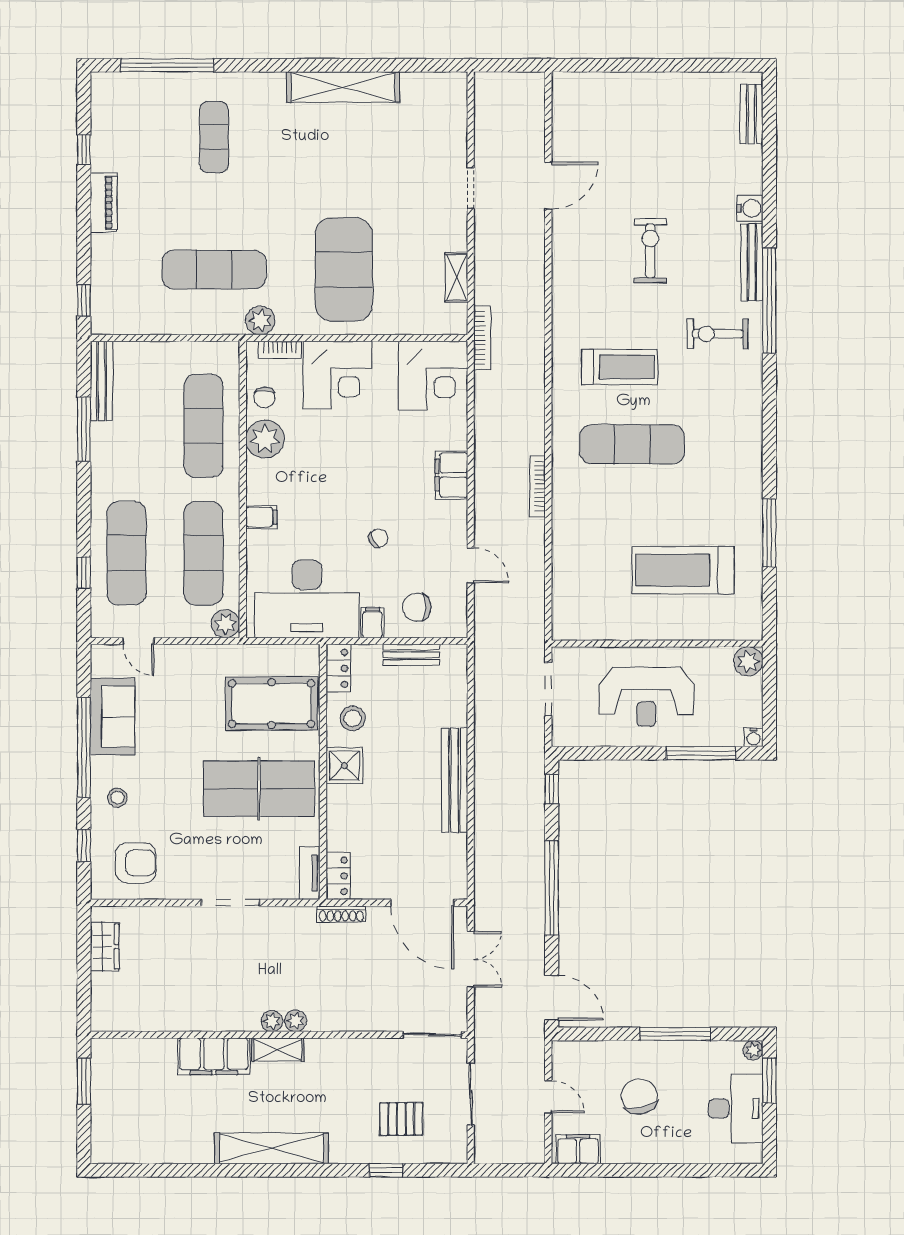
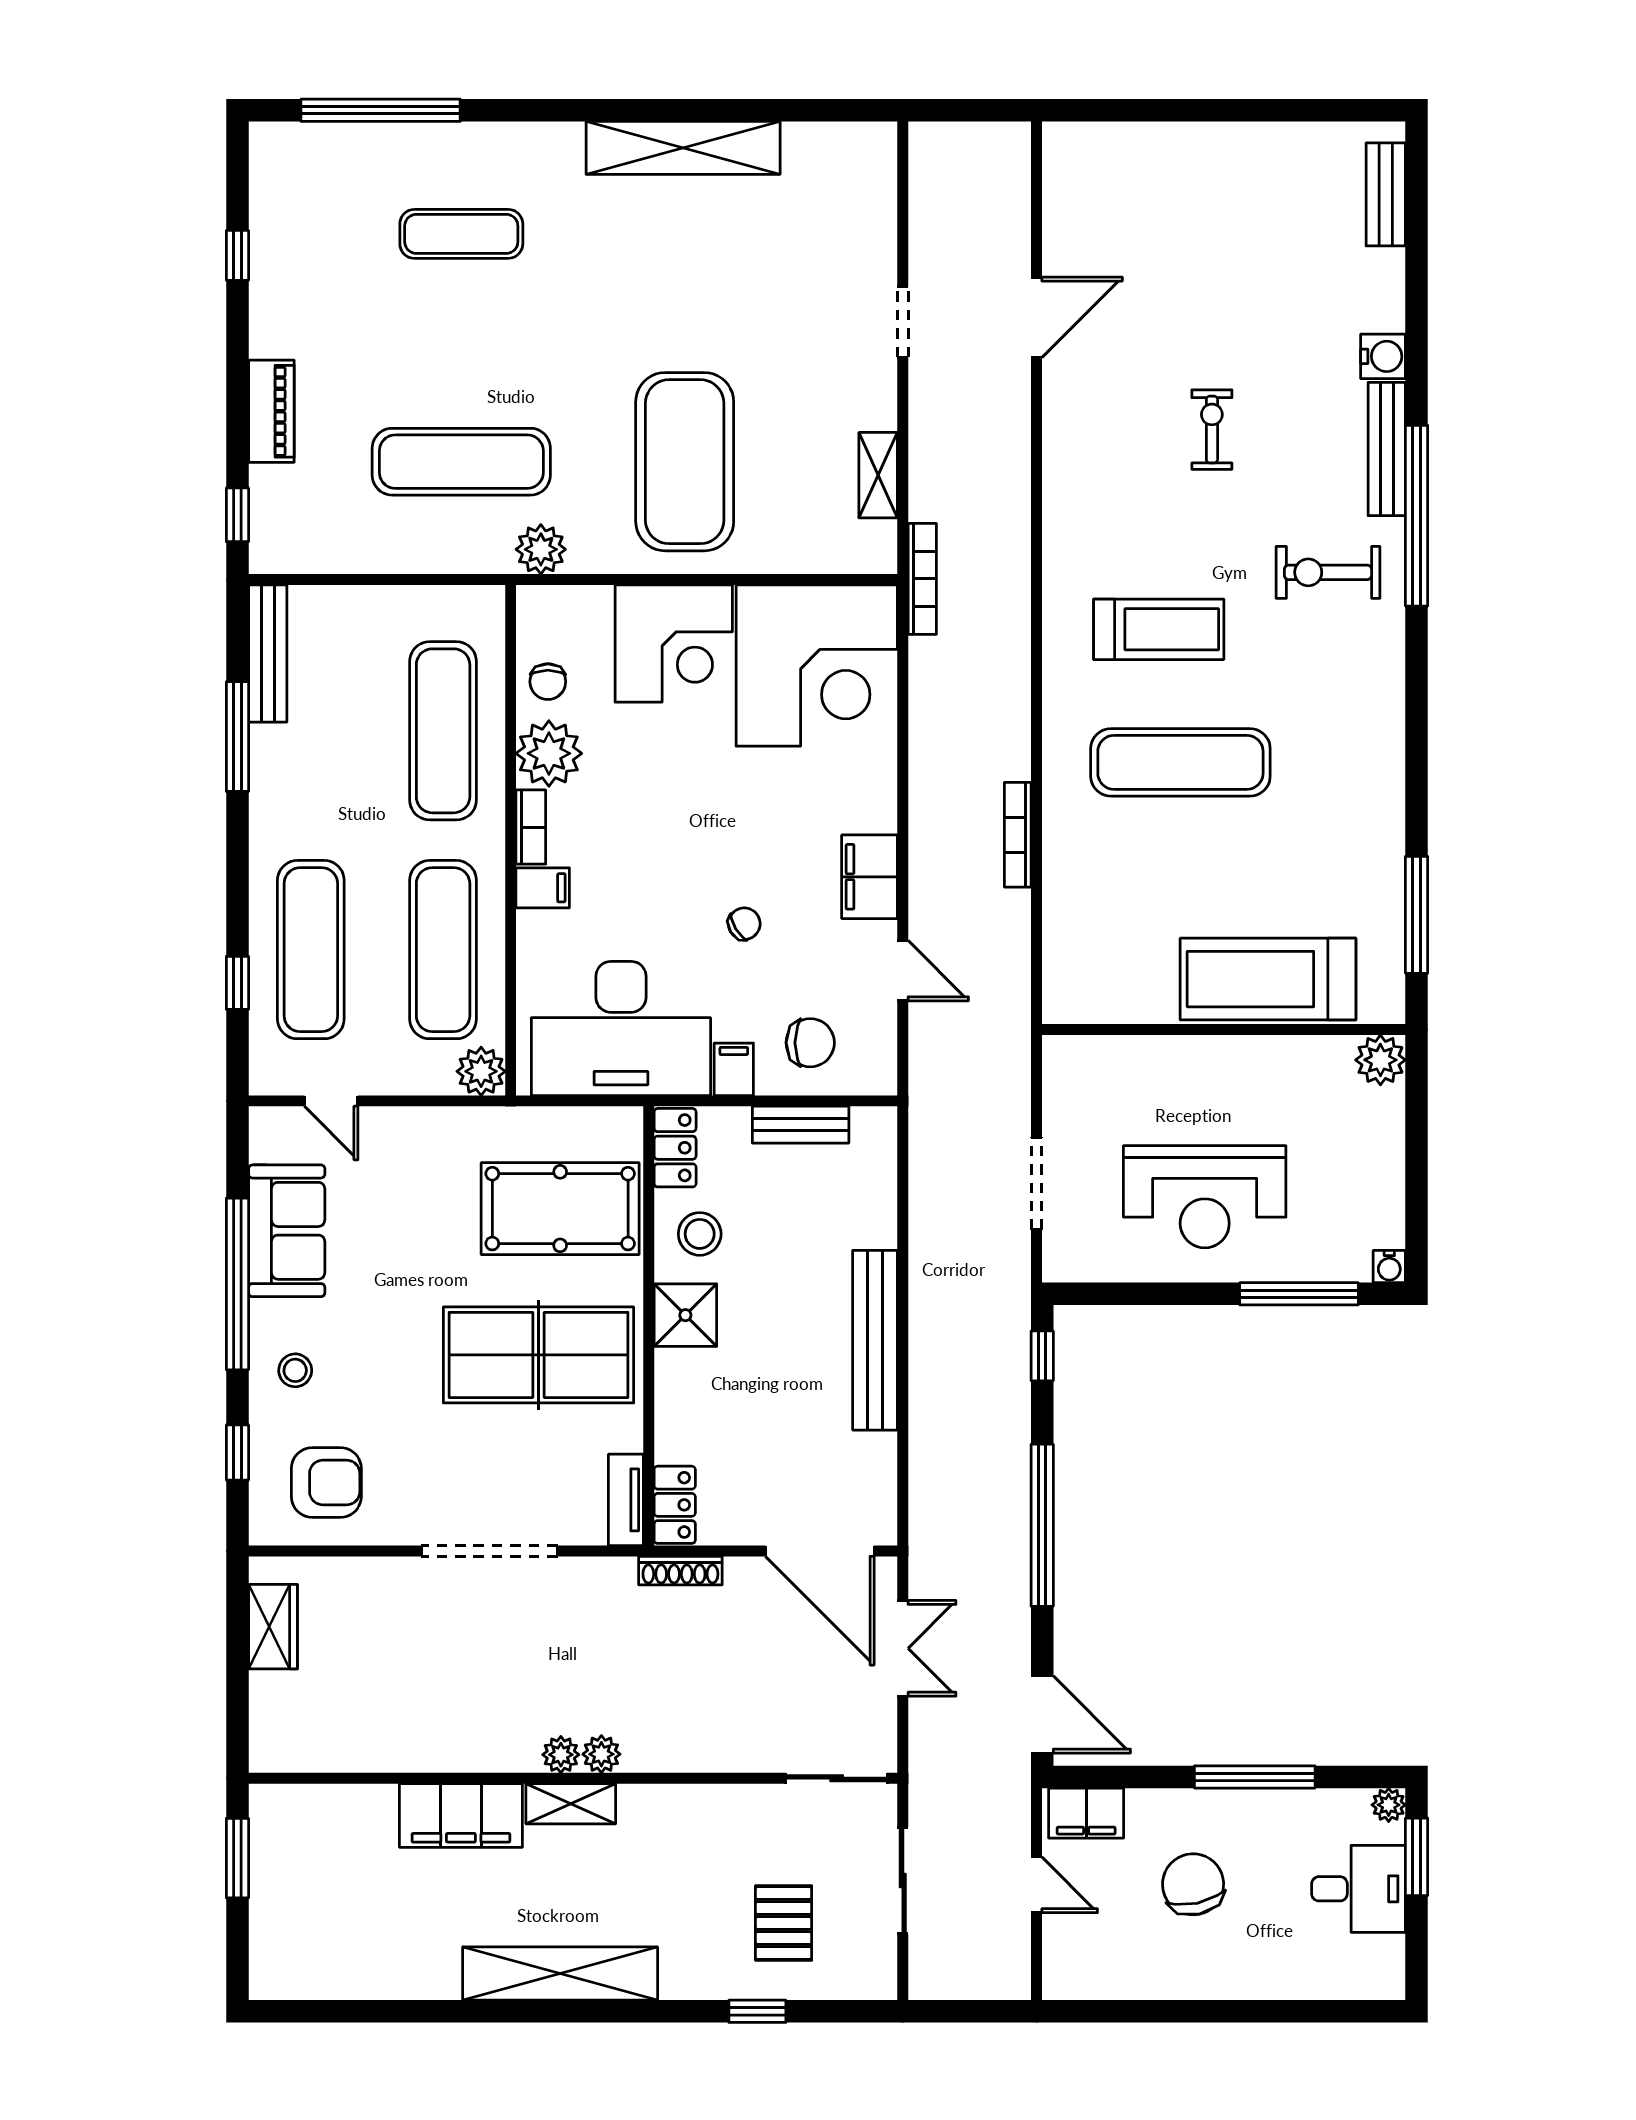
exercise mat: (214, 137) -> (461, 234), turned 90
piano: (104, 203) -> (271, 411), moved
exercise bike: (650, 251) -> (1212, 430), width x0.73, depth x0.72
bookcase: (280, 350) -> (531, 827), moved, turned -90
corner desk: (433, 376) -> (817, 666), width x1.36, depth x1.36
filing cabinet: (451, 475) -> (870, 877), moved
chair: (417, 607) -> (810, 1043), turned 180
wall: (657, 644) -> (1224, 1030), moved
plant: (748, 661) -> (1380, 1060), moved
doorway: (230, 903) -> (489, 1551), width x1.36
desk: (736, 1108) -> (1359, 1889), width x0.73
pallet: (401, 1119) -> (784, 1923), turned 90
filing cabinet: (578, 1149) -> (1086, 1813), moved, turned 180

